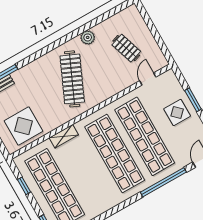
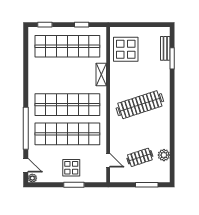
window: (150, 25) -> (147, 185), added
plant: (88, 37) -> (164, 155), moved
clothes rail: (72, 79) -> (140, 105), turned -42

